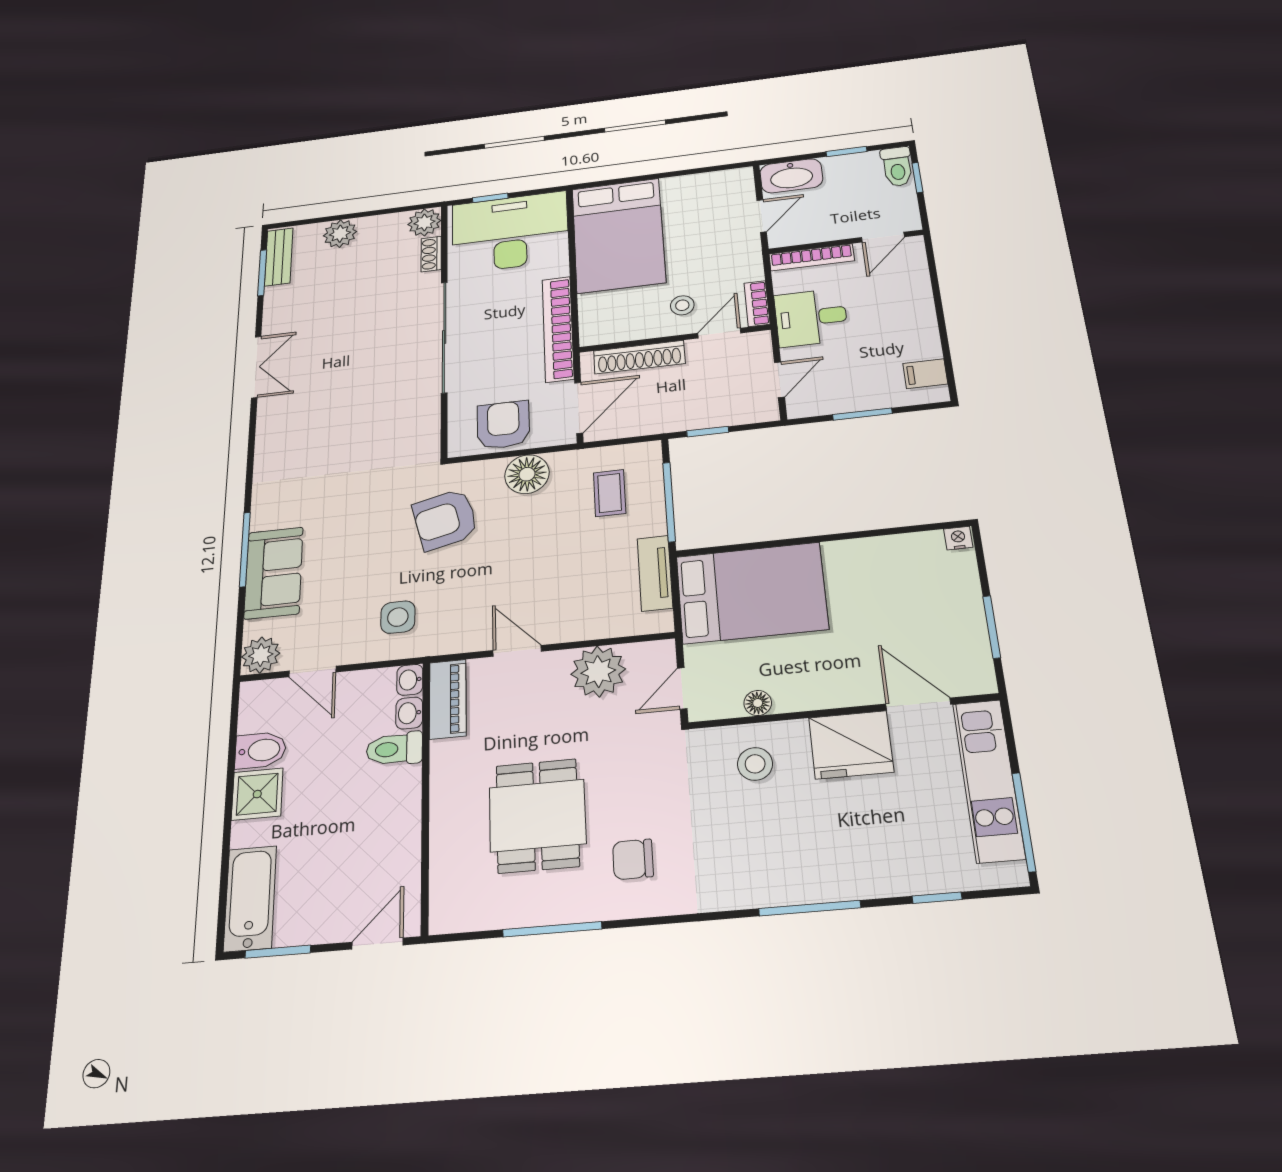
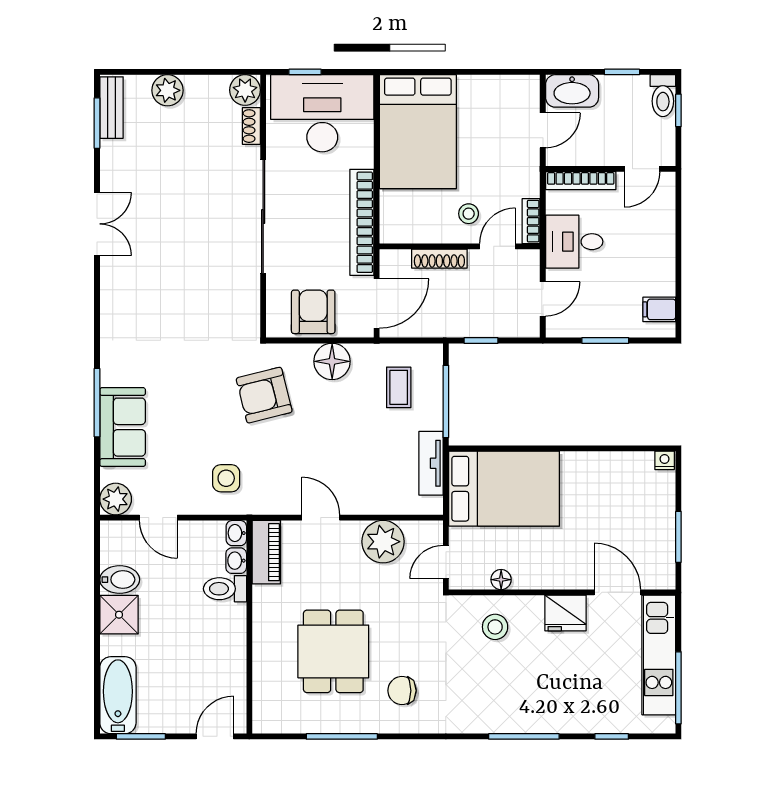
shoe rack: (639, 357) -> (439, 259), width x0.74, depth x0.81
fridge: (851, 745) -> (565, 613), width x0.73, depth x0.75

